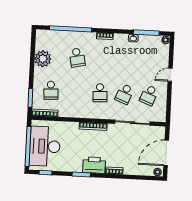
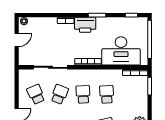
school desk: (51, 90) -> (107, 94), moved
school desk: (149, 95) -> (36, 94), turned -45
desk: (45, 146) -> (121, 51), moved, turned 90
door: (166, 153) -> (17, 40), width x0.53

